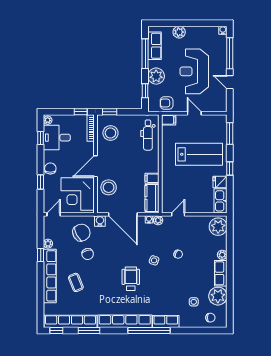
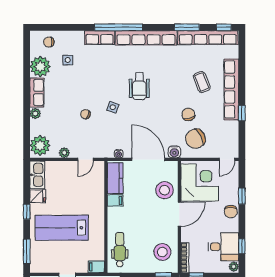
plant: (158, 220) -> (64, 153), moved
plant: (48, 244) -> (233, 126), removed

